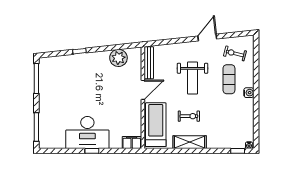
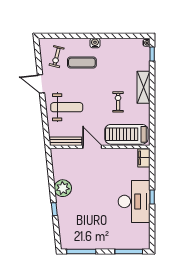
plant: (118, 58) -> (63, 188), moved
weight bench: (193, 78) -> (67, 107), moved
shelving: (190, 142) -> (144, 87), moved

